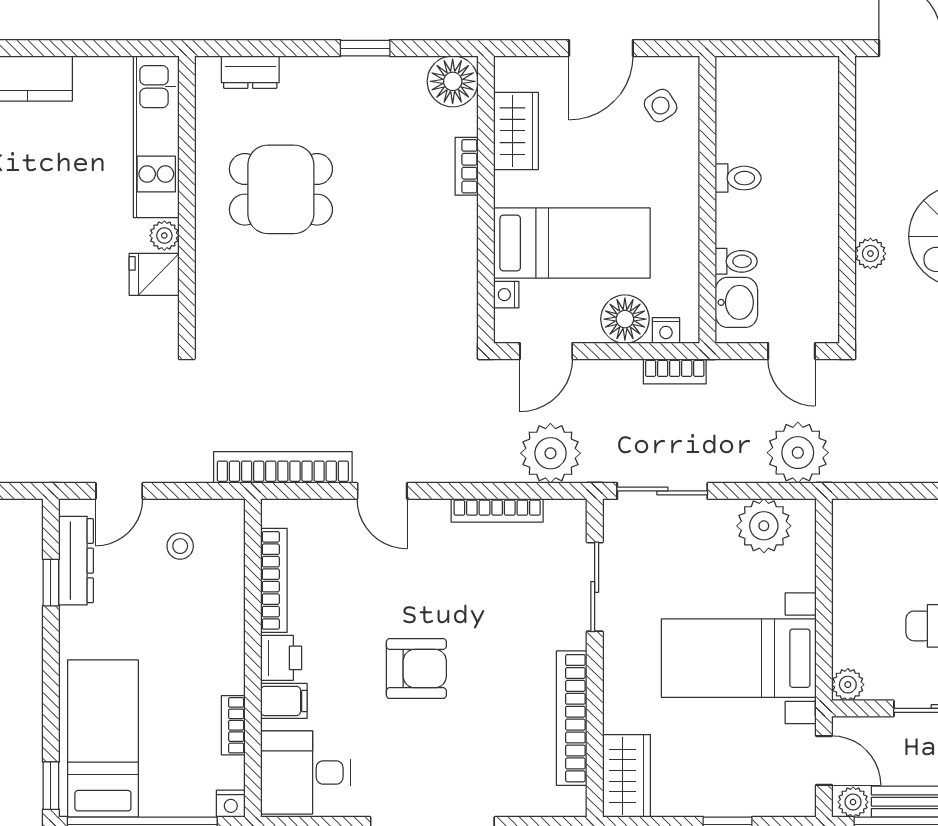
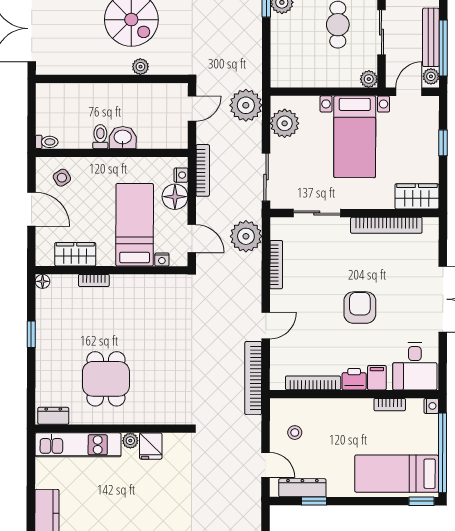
dresser: (250, 72) -> (53, 416), moved, turned -90
floor lamp: (453, 81) -> (43, 281), width x0.53, depth x0.53
toilet: (736, 261) -> (47, 142), moved, turned 90
washbasin: (736, 302) -> (123, 138), moved
bookcase: (675, 371) -> (203, 170), width x1.56

